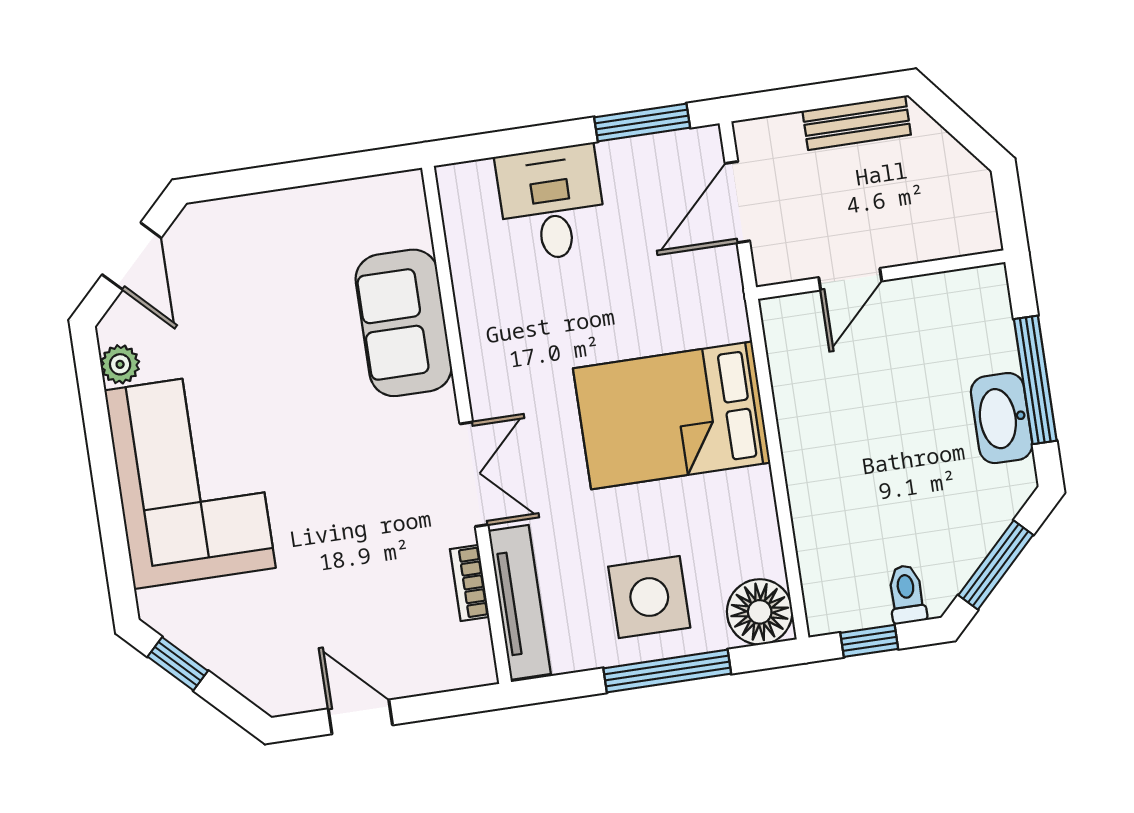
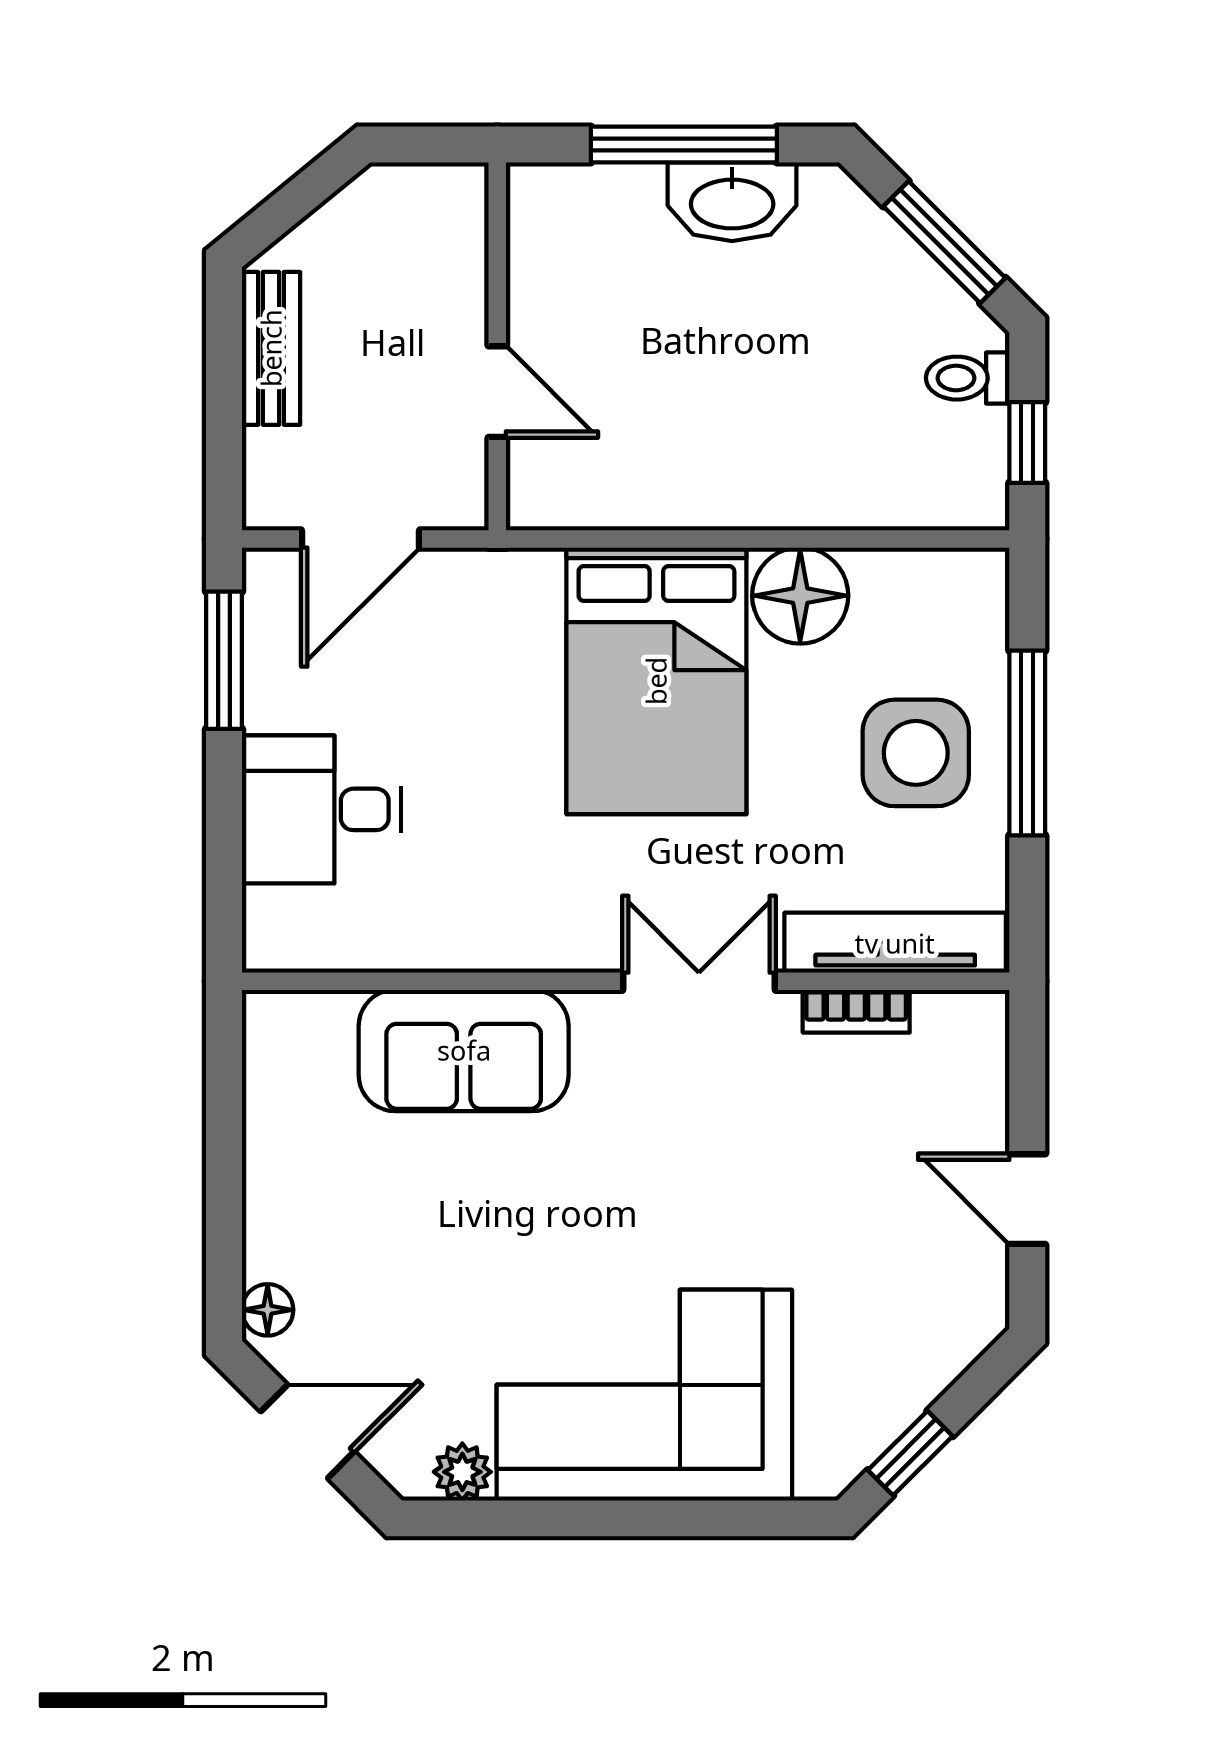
door: (737, 202) -> (361, 539), hinge flipped
floor lamp: (210, 217) -> (268, 1310), added
floor lamp: (760, 612) -> (800, 596), moved
door: (360, 717) -> (1027, 1199), hinge flipped

